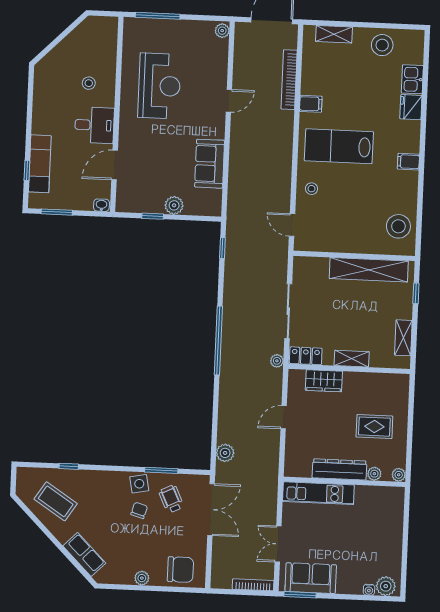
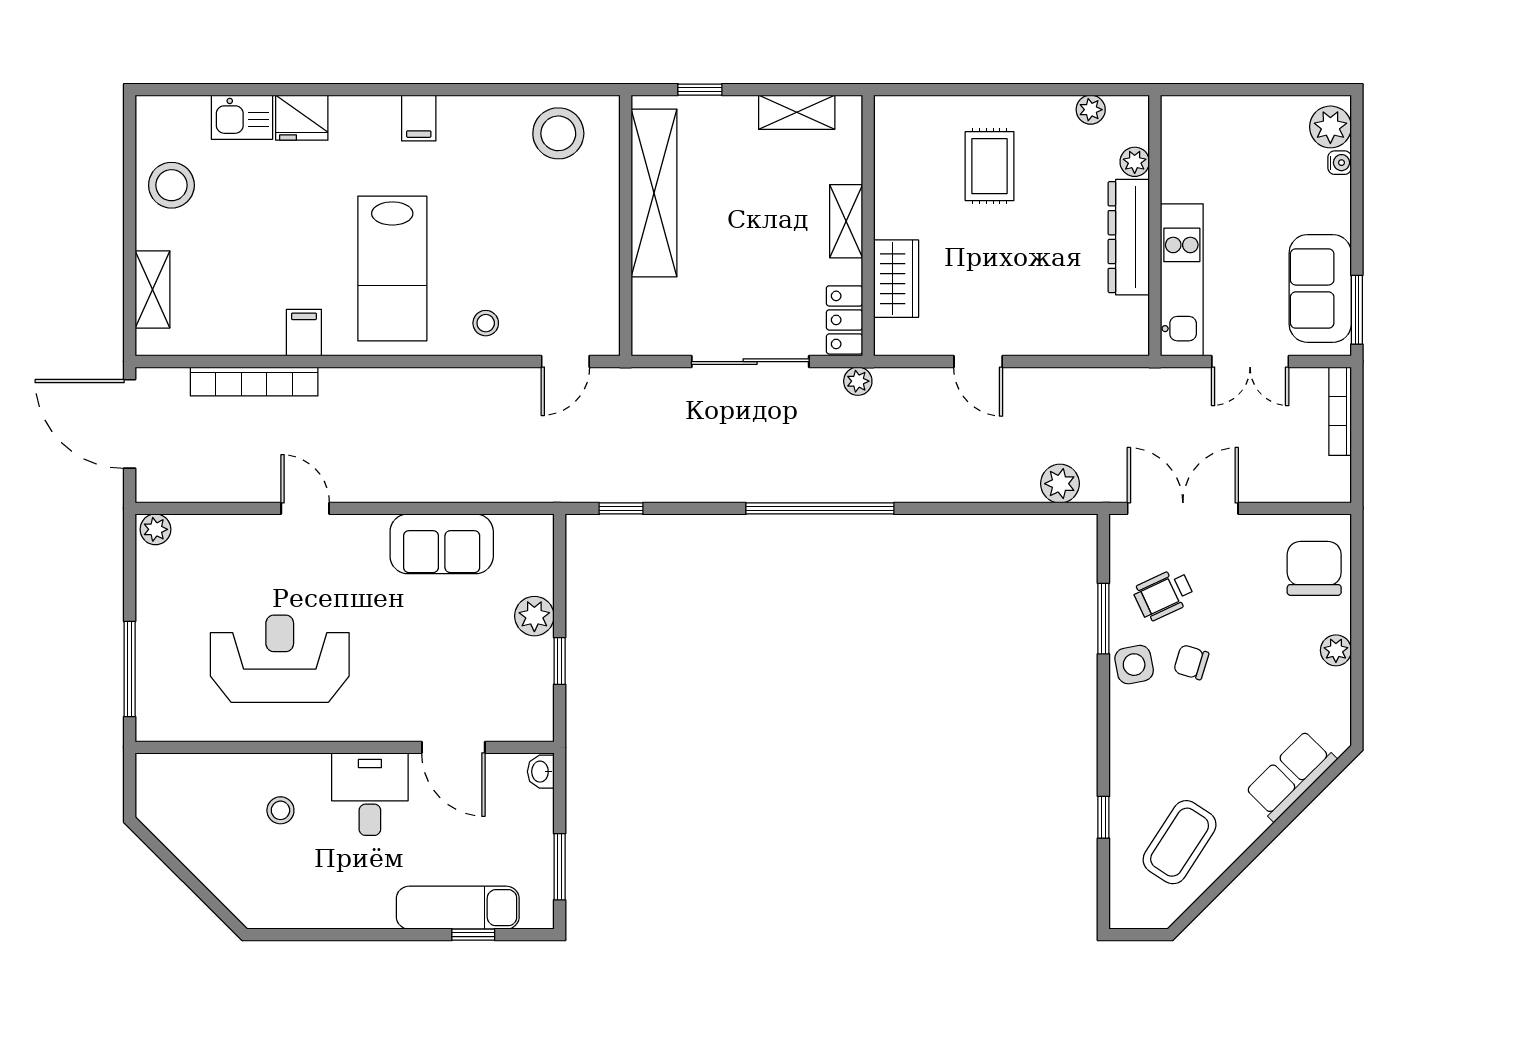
dresser: (339, 469) -> (1129, 237), moved
plant: (374, 474) -> (1135, 162), moved
wall: (344, 482) -> (1155, 226), moved
kitchen unit: (318, 493) -> (1182, 280), moved

